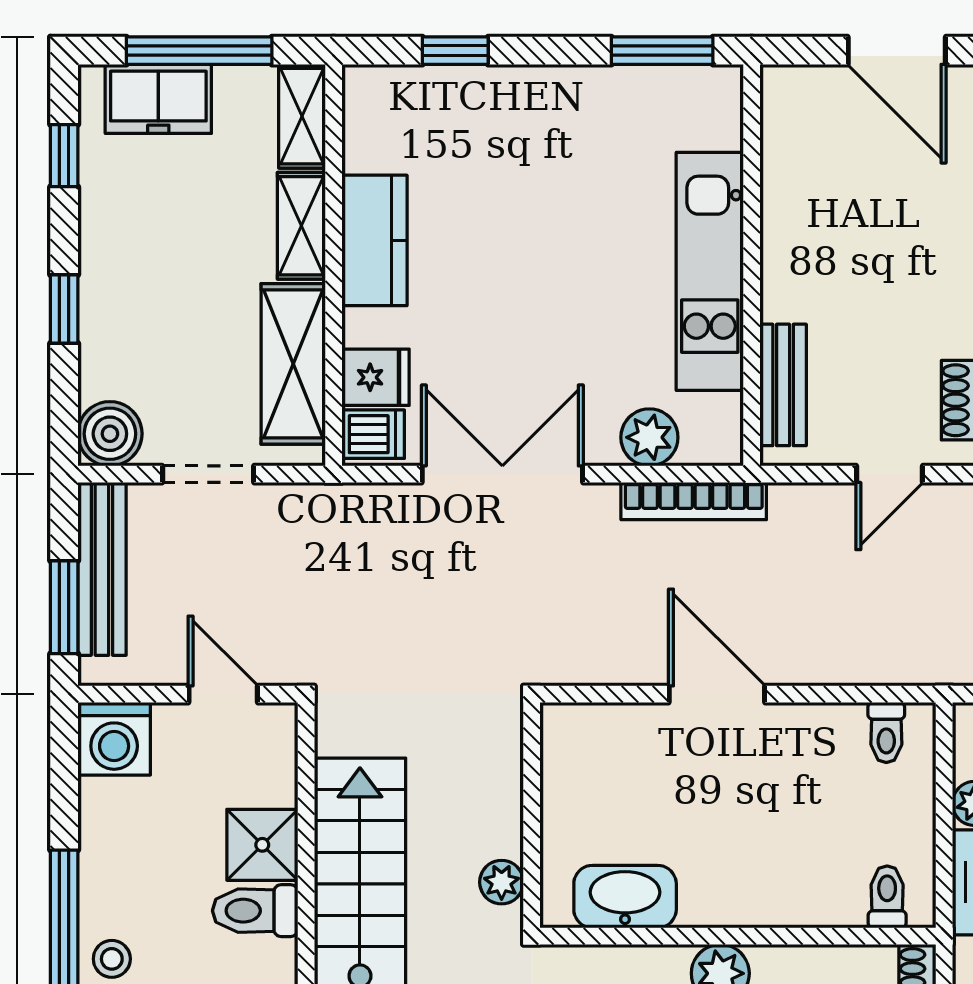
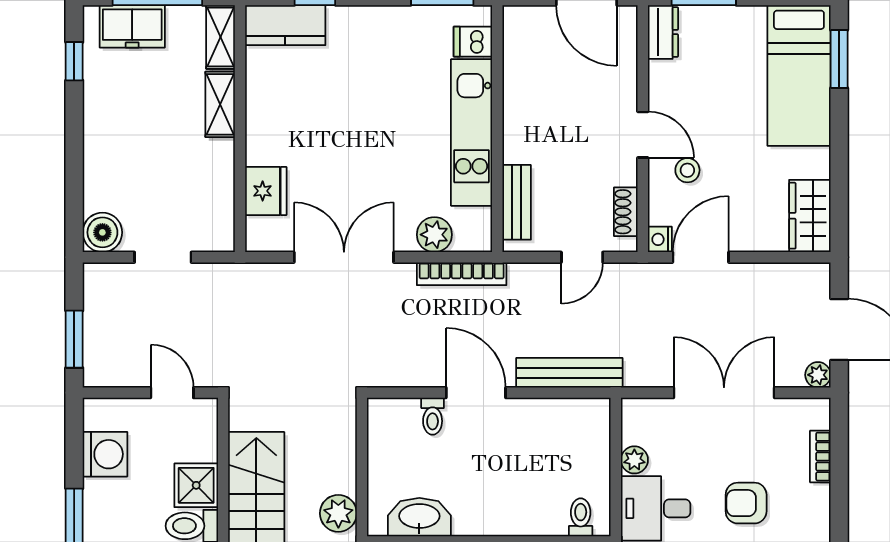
kitchen counter: (374, 240) -> (285, 25), moved, turned 90
window: (64, 309) -> (74, 156), removed
shelving: (293, 364) -> (215, 189), removed
fridge: (375, 377) -> (266, 191), width x1.38
dishwasher: (373, 434) -> (473, 42), moved, turned 180
bench: (102, 569) -> (569, 373), moved, turned 90
toilet: (886, 732) -> (433, 416), moved
washing machine: (114, 739) -> (105, 454), moved, turned -90
plant: (502, 882) -> (338, 513), width x1.38, depth x1.38

